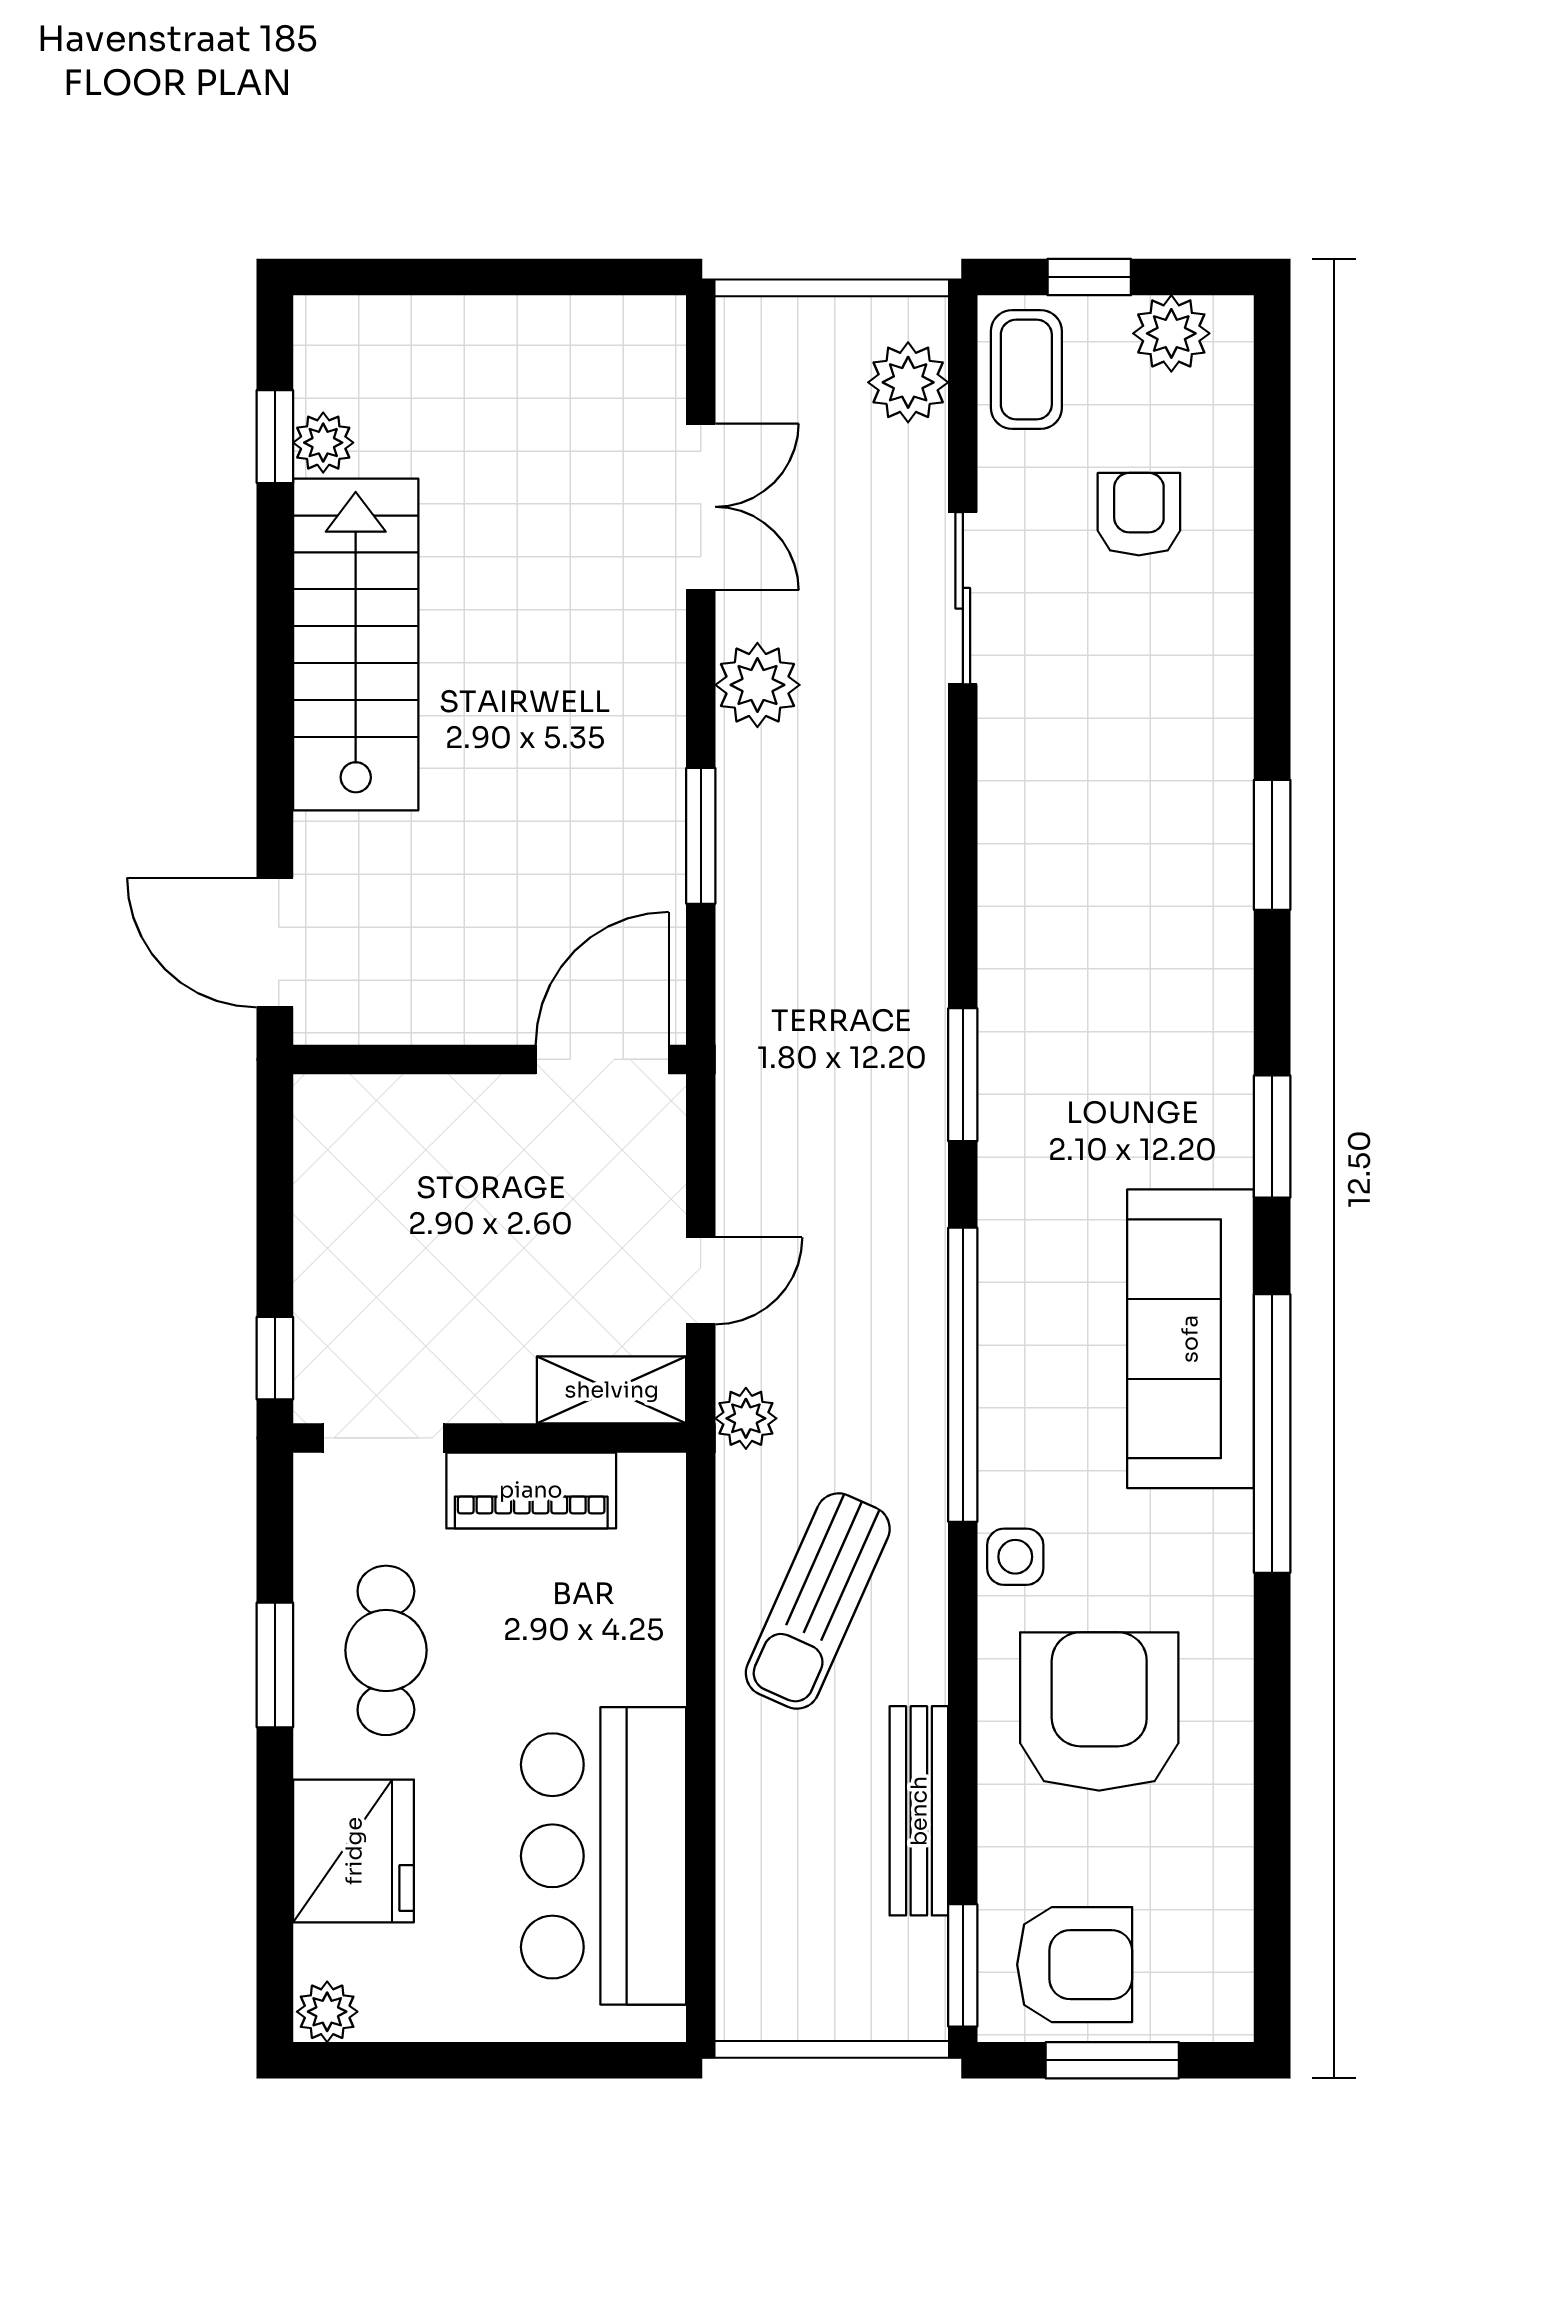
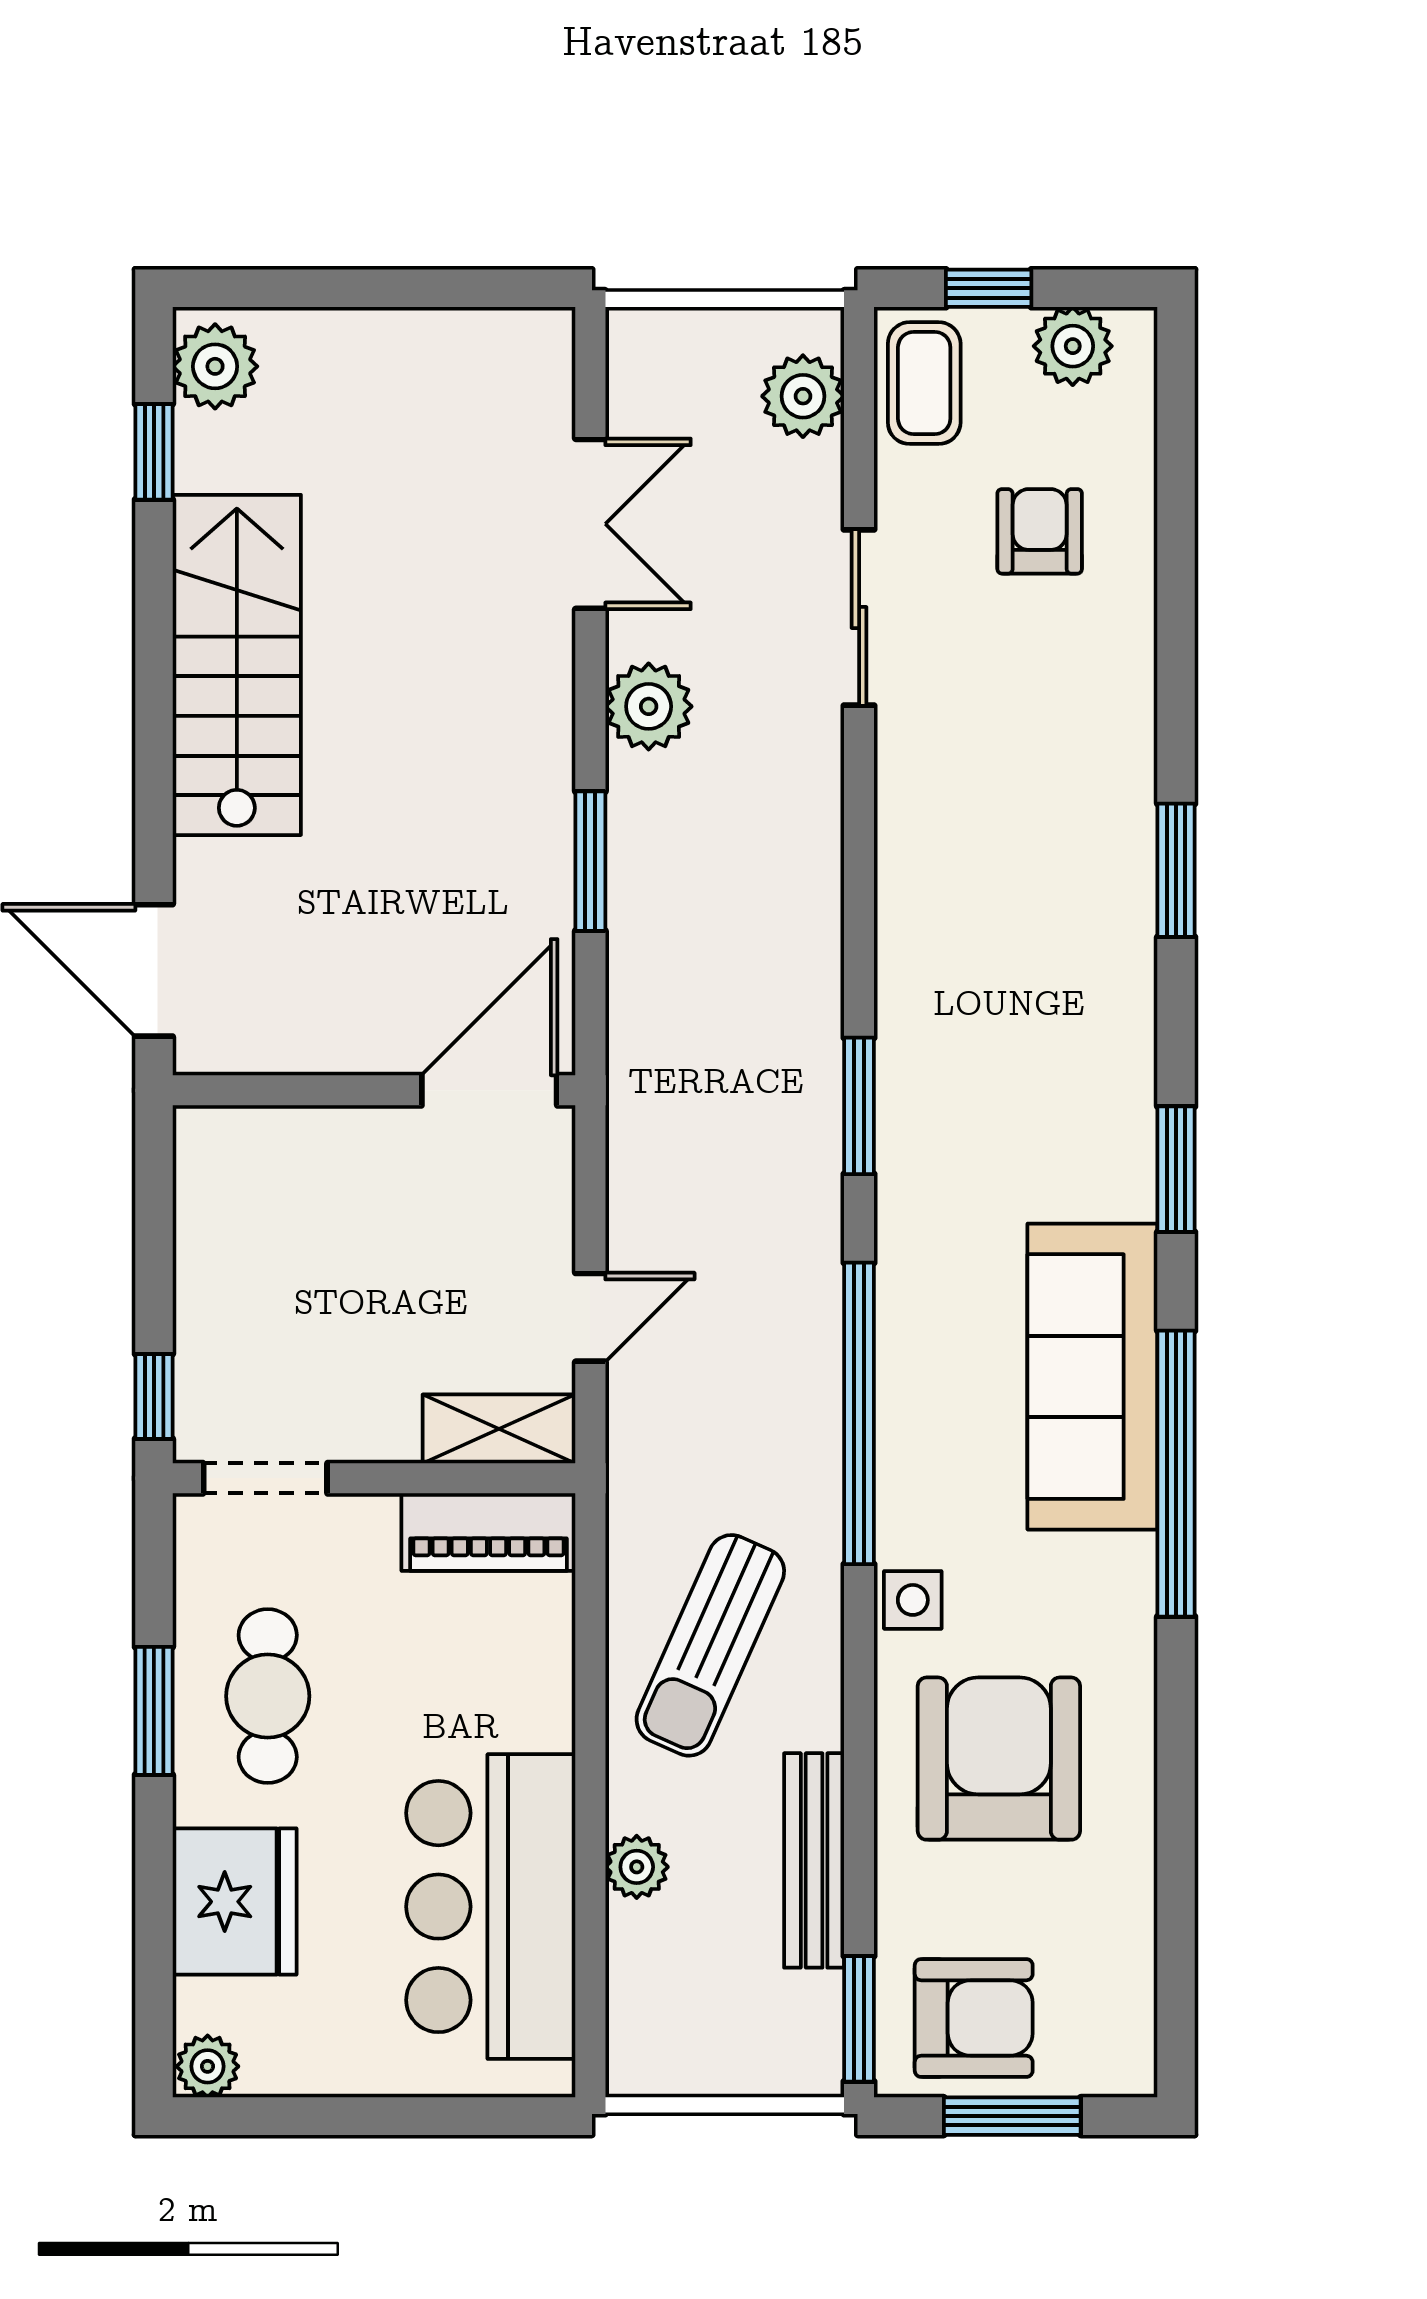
plant: (323, 443) -> (215, 366), moved, width x1.38, depth x1.38
plant: (746, 1418) -> (637, 1867), moved
piano: (531, 1490) -> (488, 1532), moved

